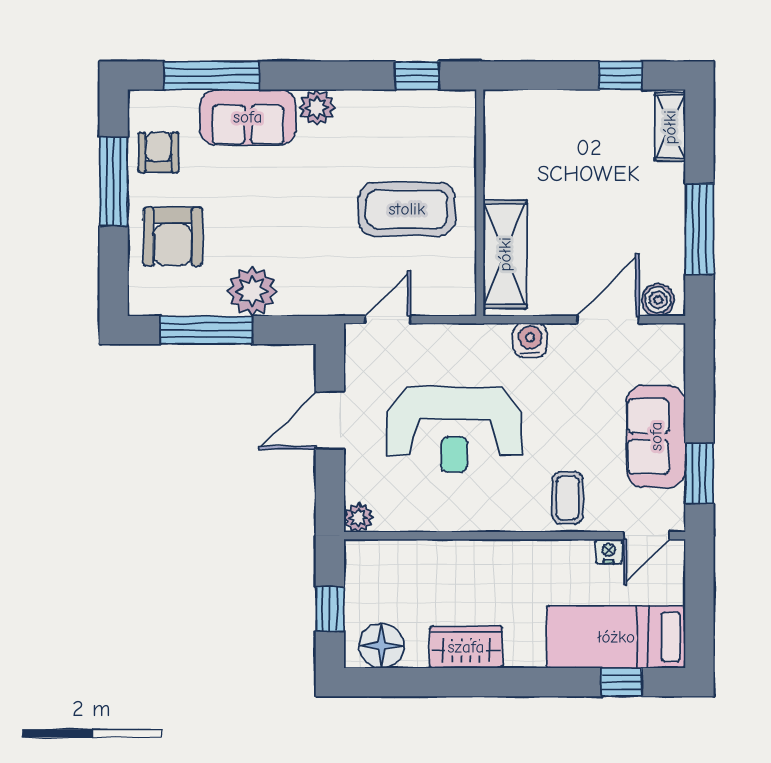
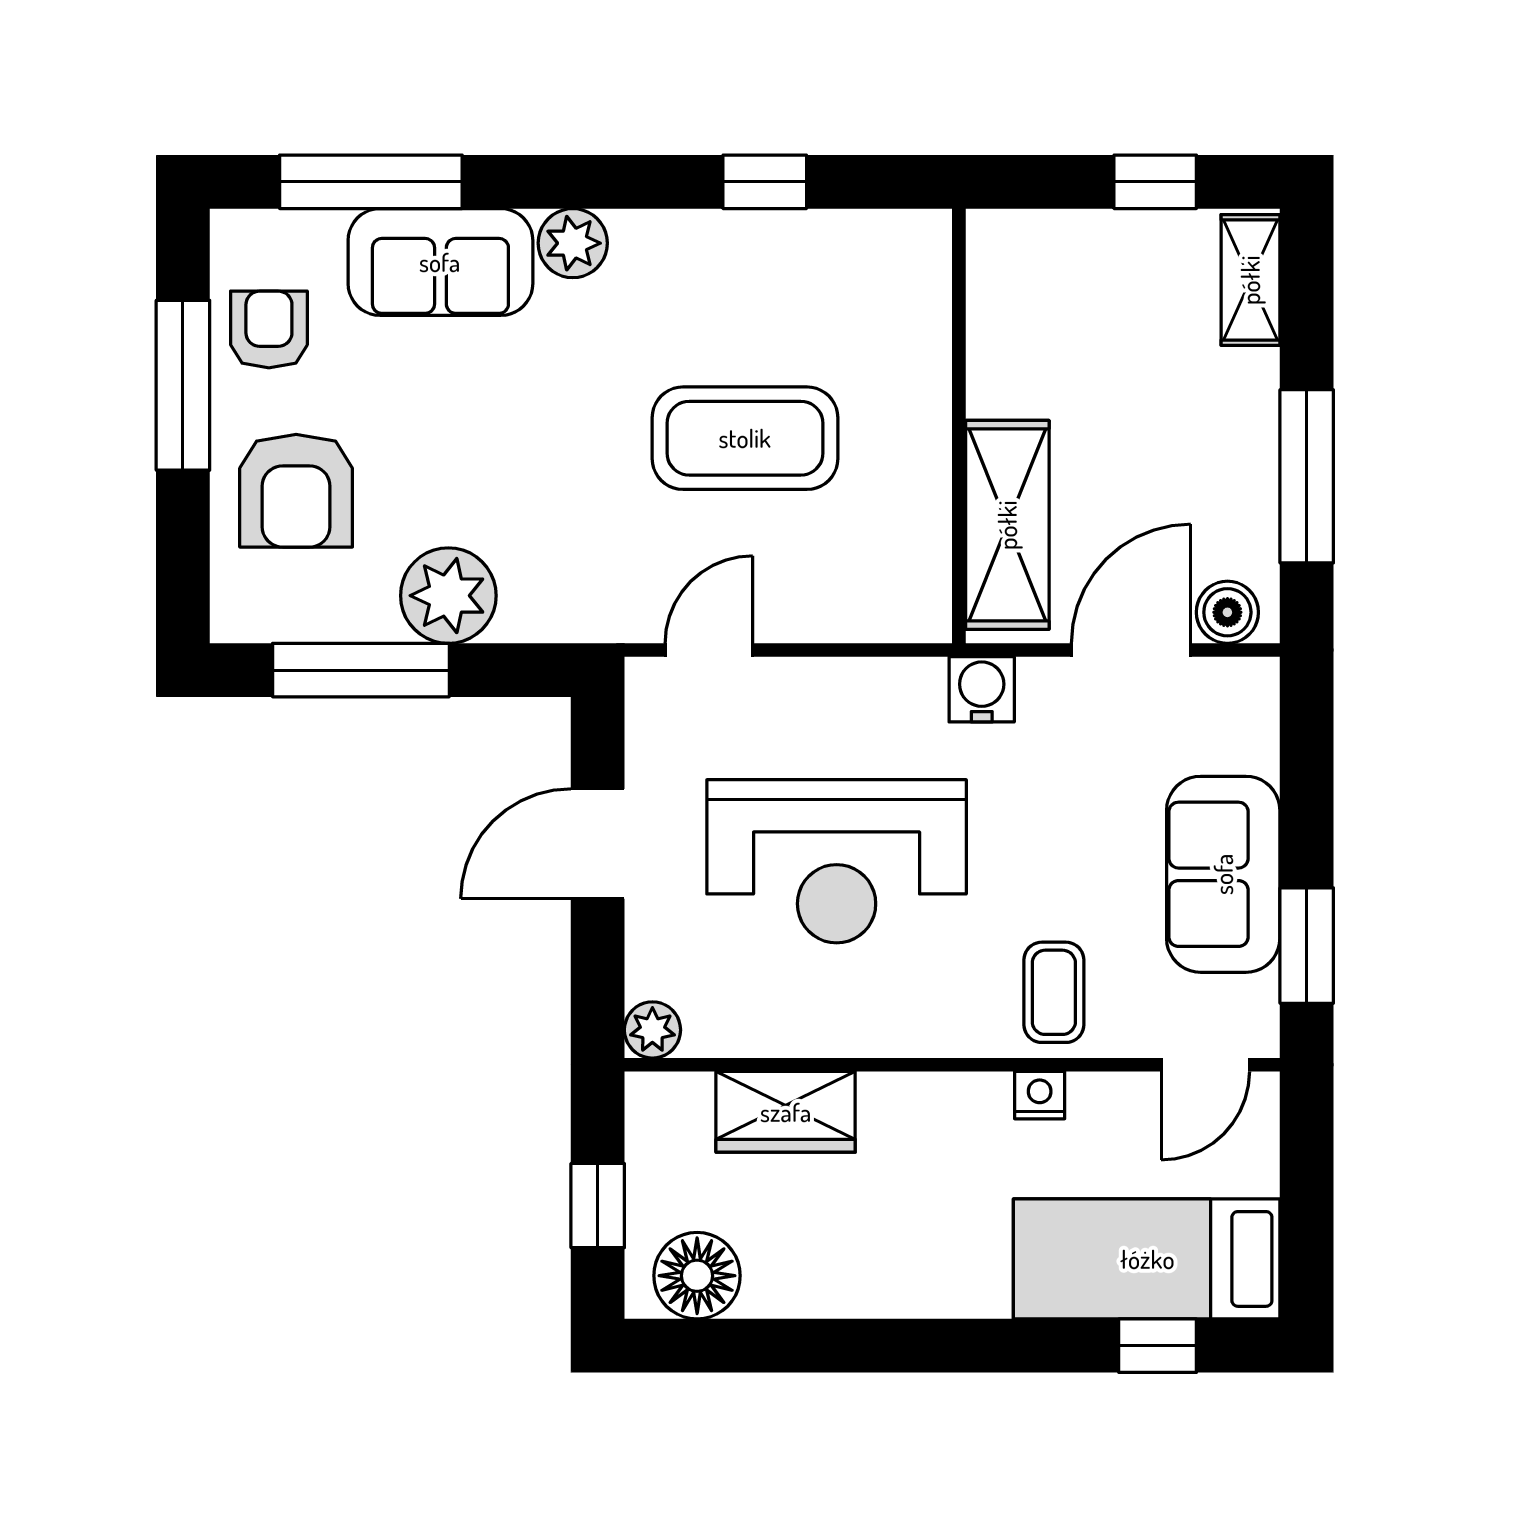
wall: (480, 203) -> (959, 426), moved
shelving: (505, 254) -> (1007, 525), moved
nightstand: (609, 552) -> (1040, 1095), moved
wardrobe: (466, 647) -> (786, 1112), moved, turned 180

